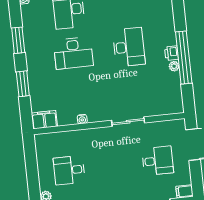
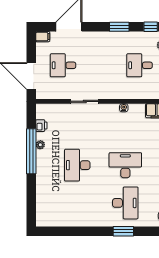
printer: (172, 53) -> (41, 126), moved
desk: (69, 170) -> (140, 65), turned 180

